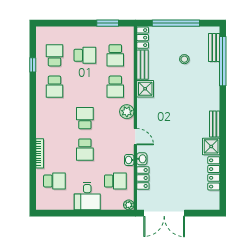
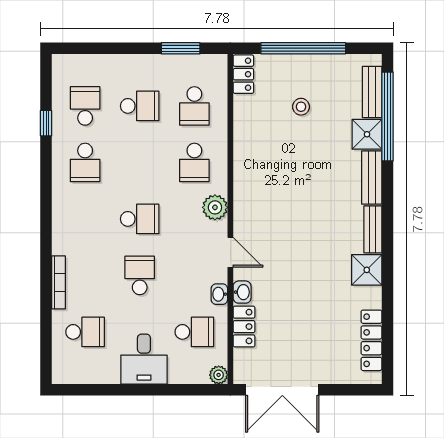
stool: (184, 59) -> (301, 107), moved
bench: (142, 65) -> (372, 178), moved
shower: (145, 89) -> (367, 134), moved
school desk: (85, 118) -> (140, 219), turned 90
school desk: (85, 150) -> (140, 275), turned 180
locker: (214, 173) -> (371, 340), moved

